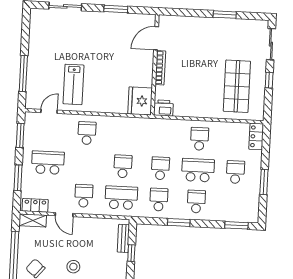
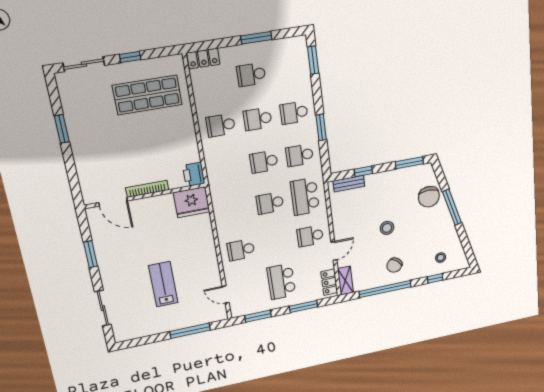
lab bench: (73, 84) -> (163, 284), moved, turned -90
school desk: (198, 170) -> (258, 119), width x0.54

